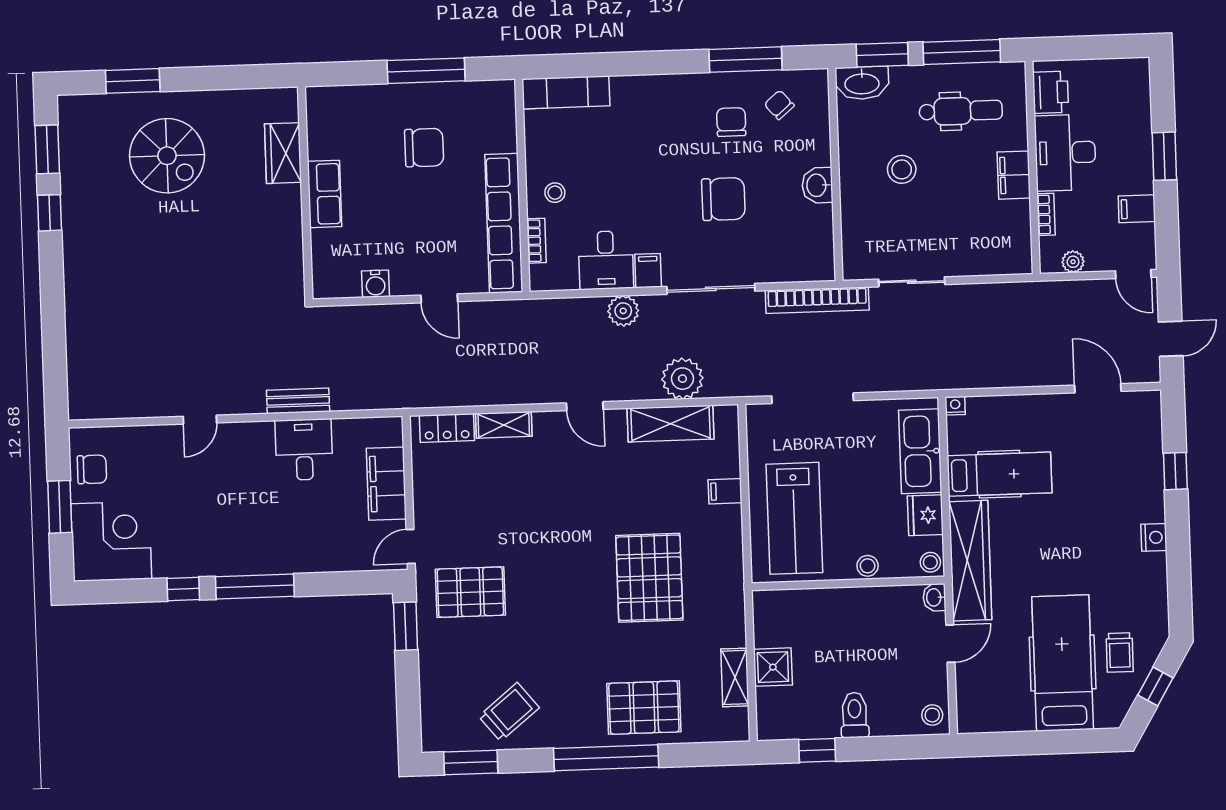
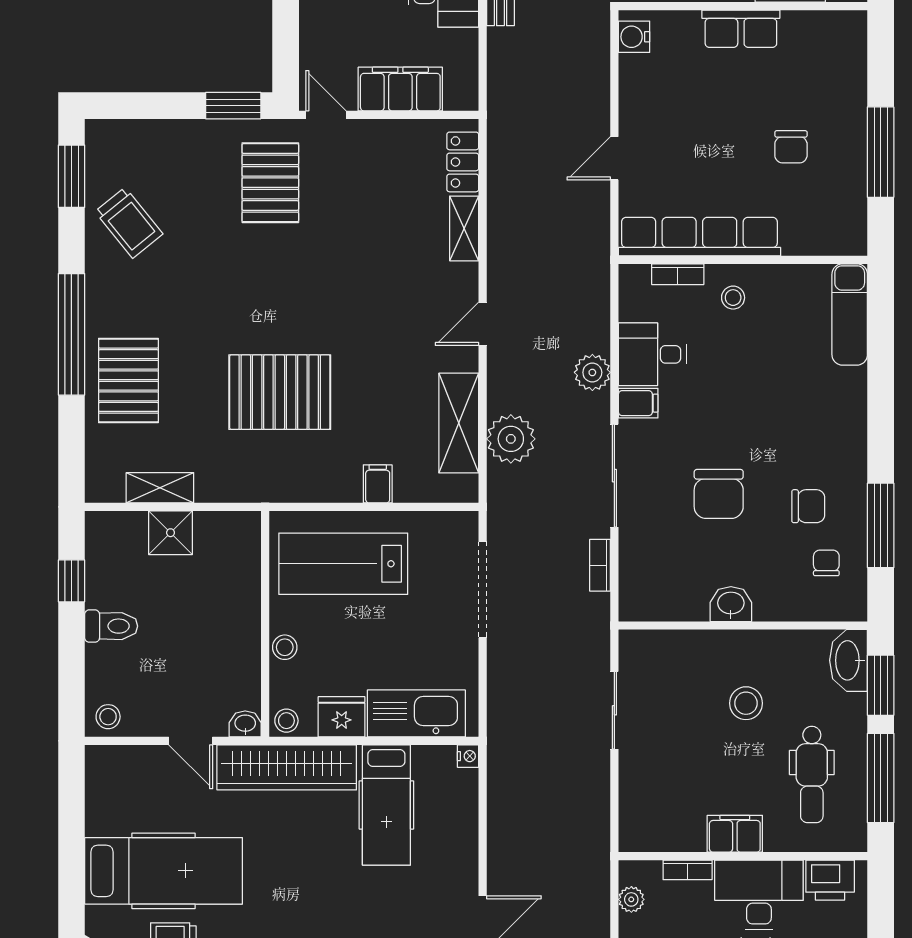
chair: (779, 105) -> (826, 563), turned -49
chair: (424, 148) -> (791, 147), width x0.73, depth x0.73
water cooler: (376, 284) -> (634, 37), moved
bookcase: (817, 300) -> (600, 565), width x0.43, depth x0.76

